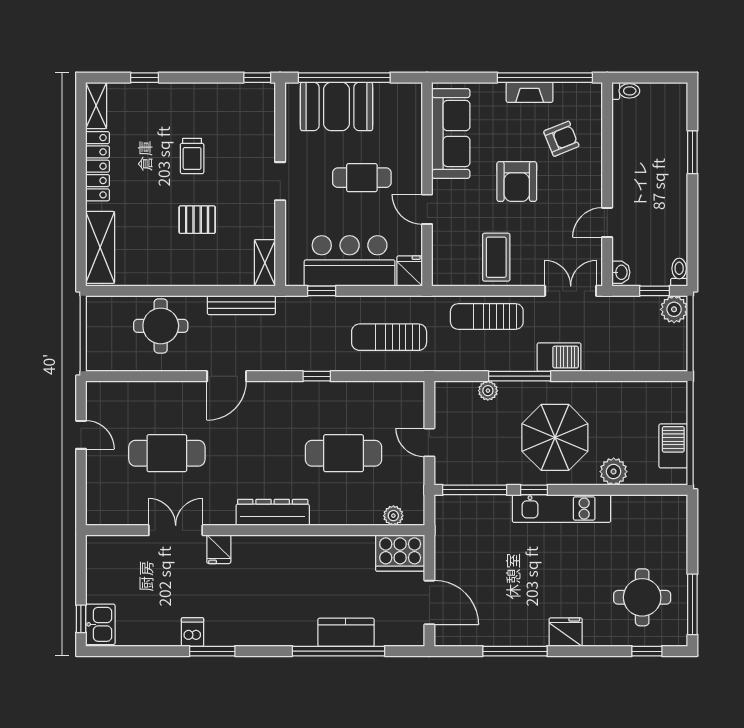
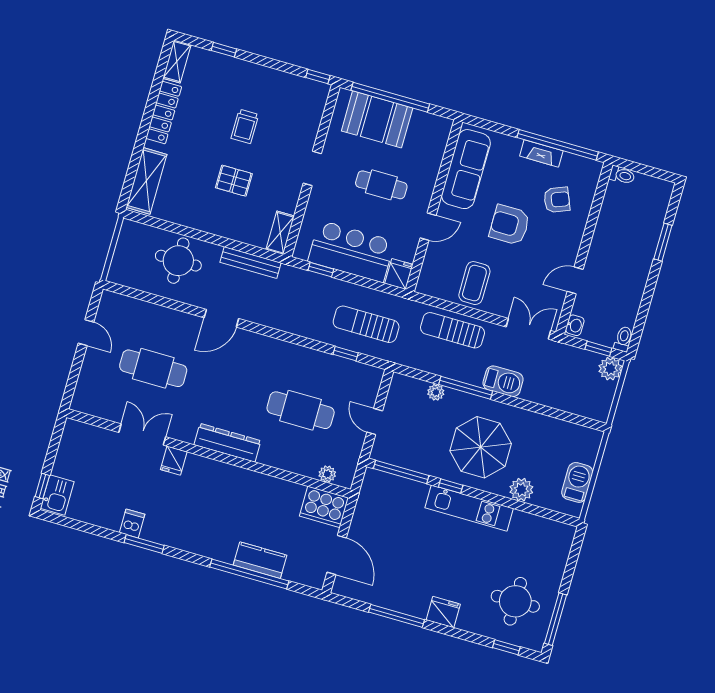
armchair: (517, 182) -> (510, 225), turned 90
door: (427, 209) -> (428, 227), swing flipped
window: (317, 376) -> (346, 354), moved

